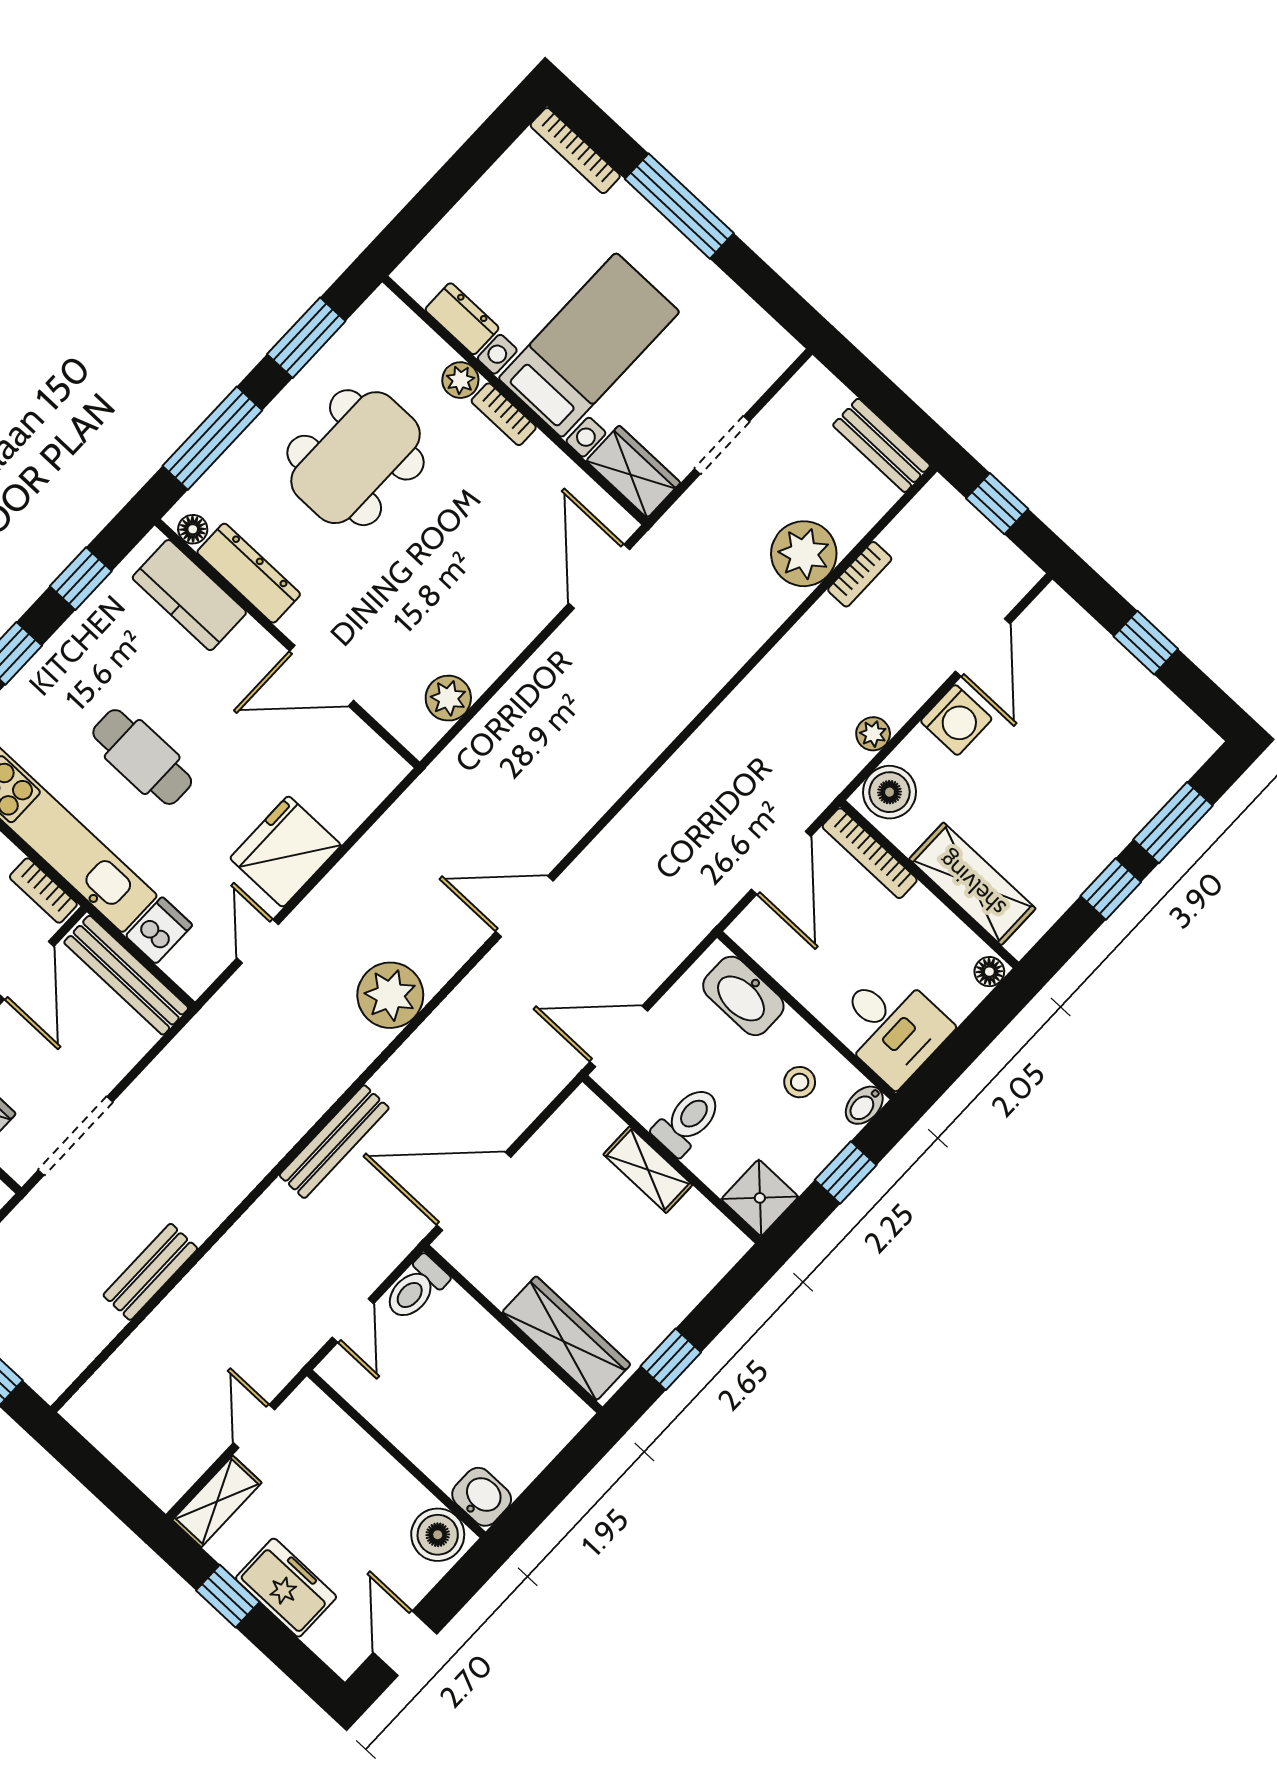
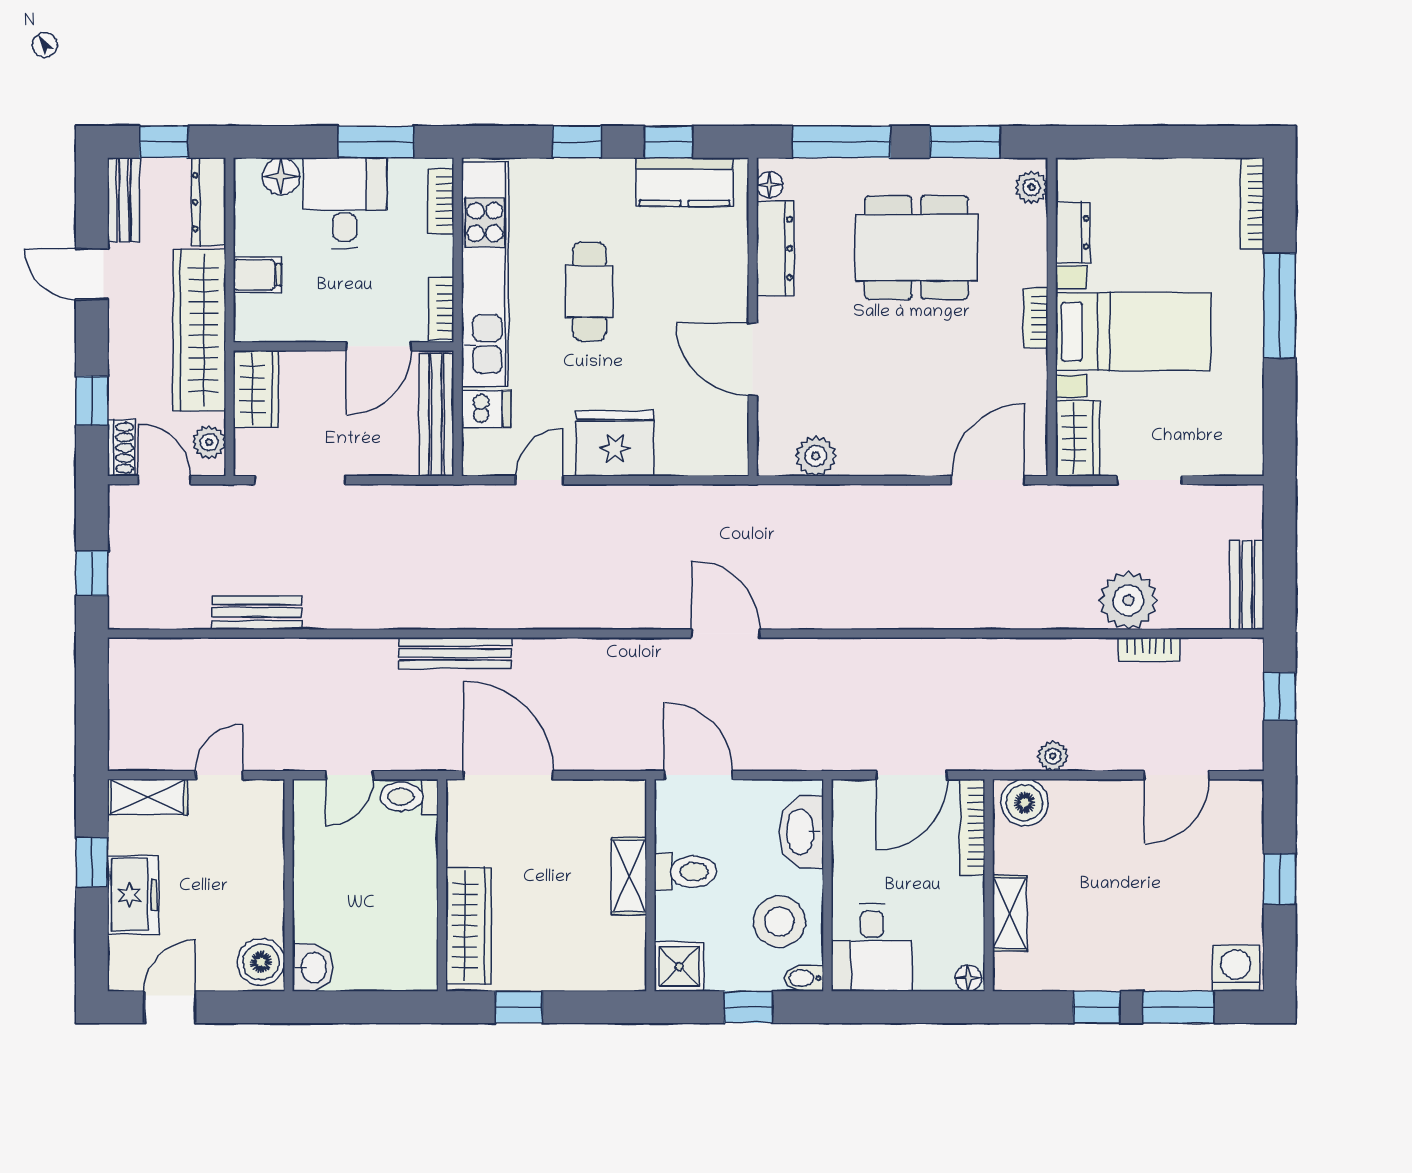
plant: (460, 380) -> (1031, 187), moved
kitchen counter: (189, 595) -> (684, 182), moved, turned -90
washing machine: (956, 720) -> (1236, 968), moved, turned 180
shelving: (972, 884) -> (1010, 913), width x0.67, depth x0.75
plant: (390, 995) -> (585, 600), removed
stool: (800, 1082) -> (779, 922), width x1.89, depth x1.89

